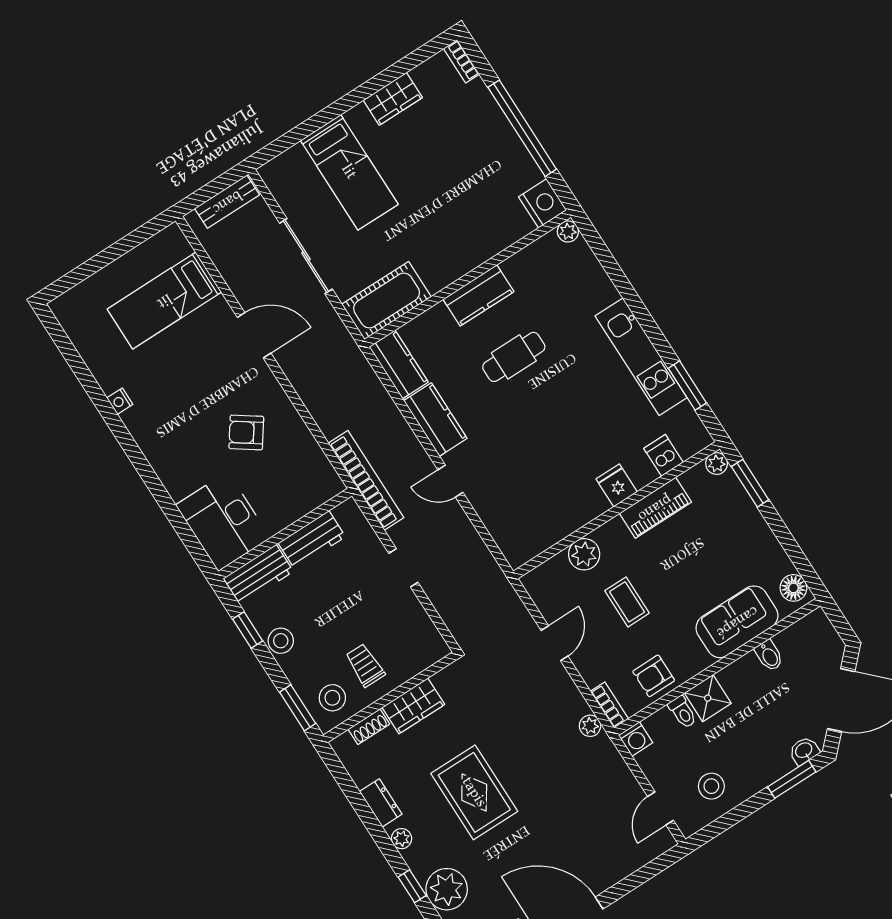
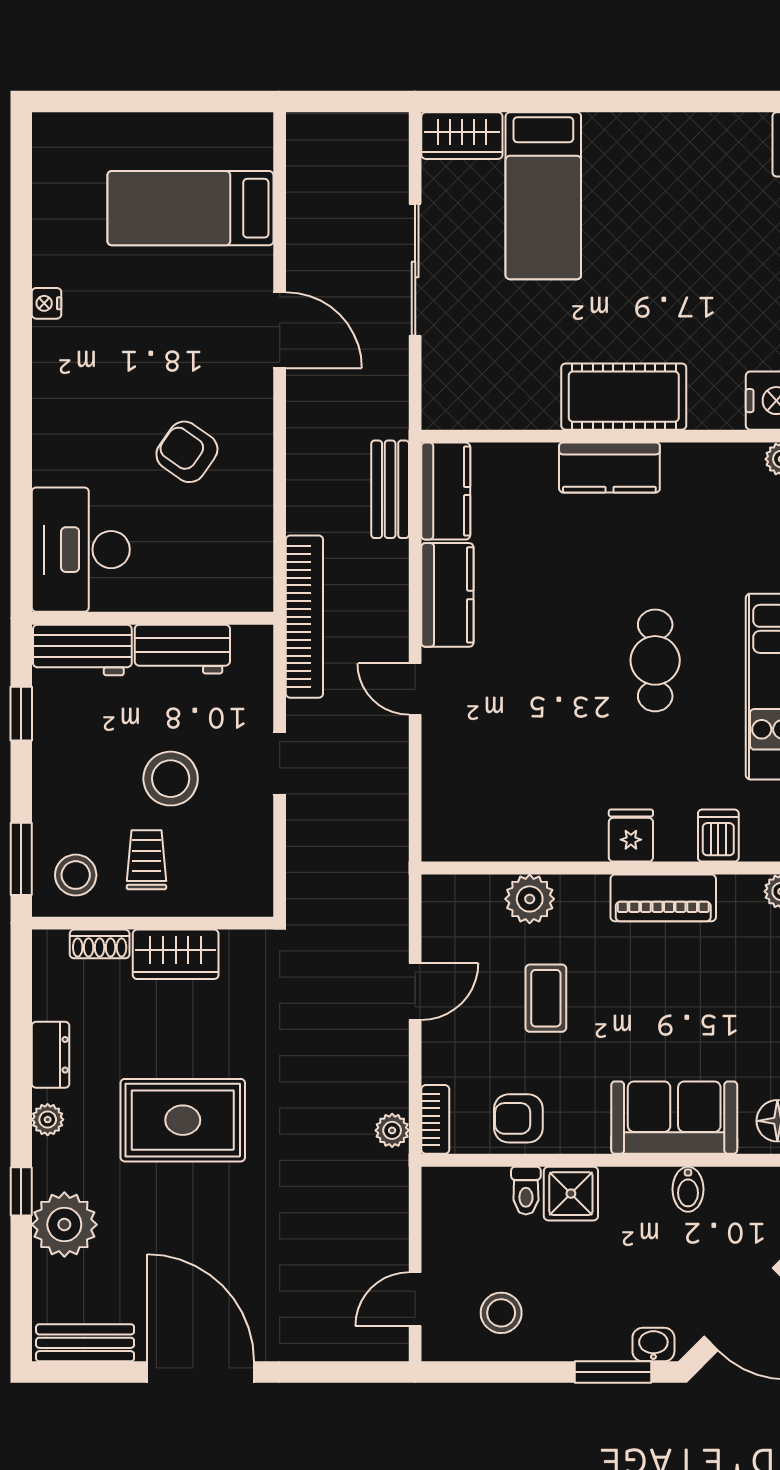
wardrobe: (393, 99) -> (462, 136), moved
bench: (227, 202) -> (390, 489), moved, turned 90
cot: (387, 301) -> (624, 397), moved
cafe table: (514, 357) -> (655, 660), moved, turned 90
stool: (281, 641) -> (171, 779), moved, width x1.38, depth x1.38
washing machine: (636, 739) -> (441, 1186), removed
rug: (474, 792) -> (183, 1120), turned 90

